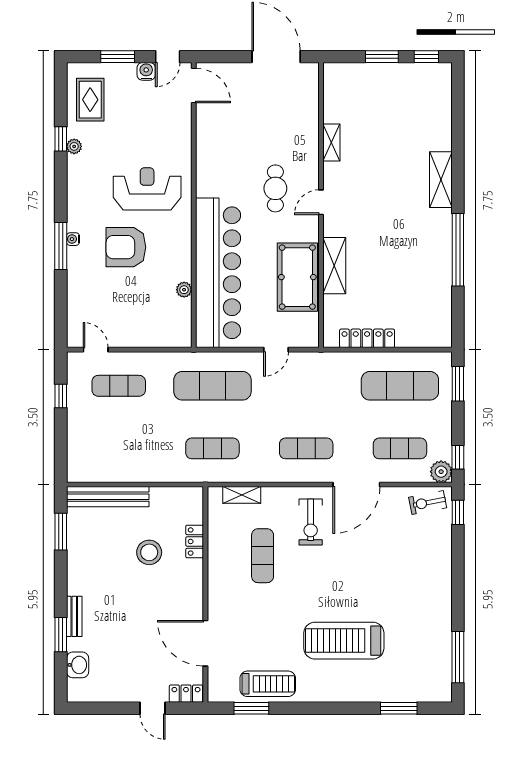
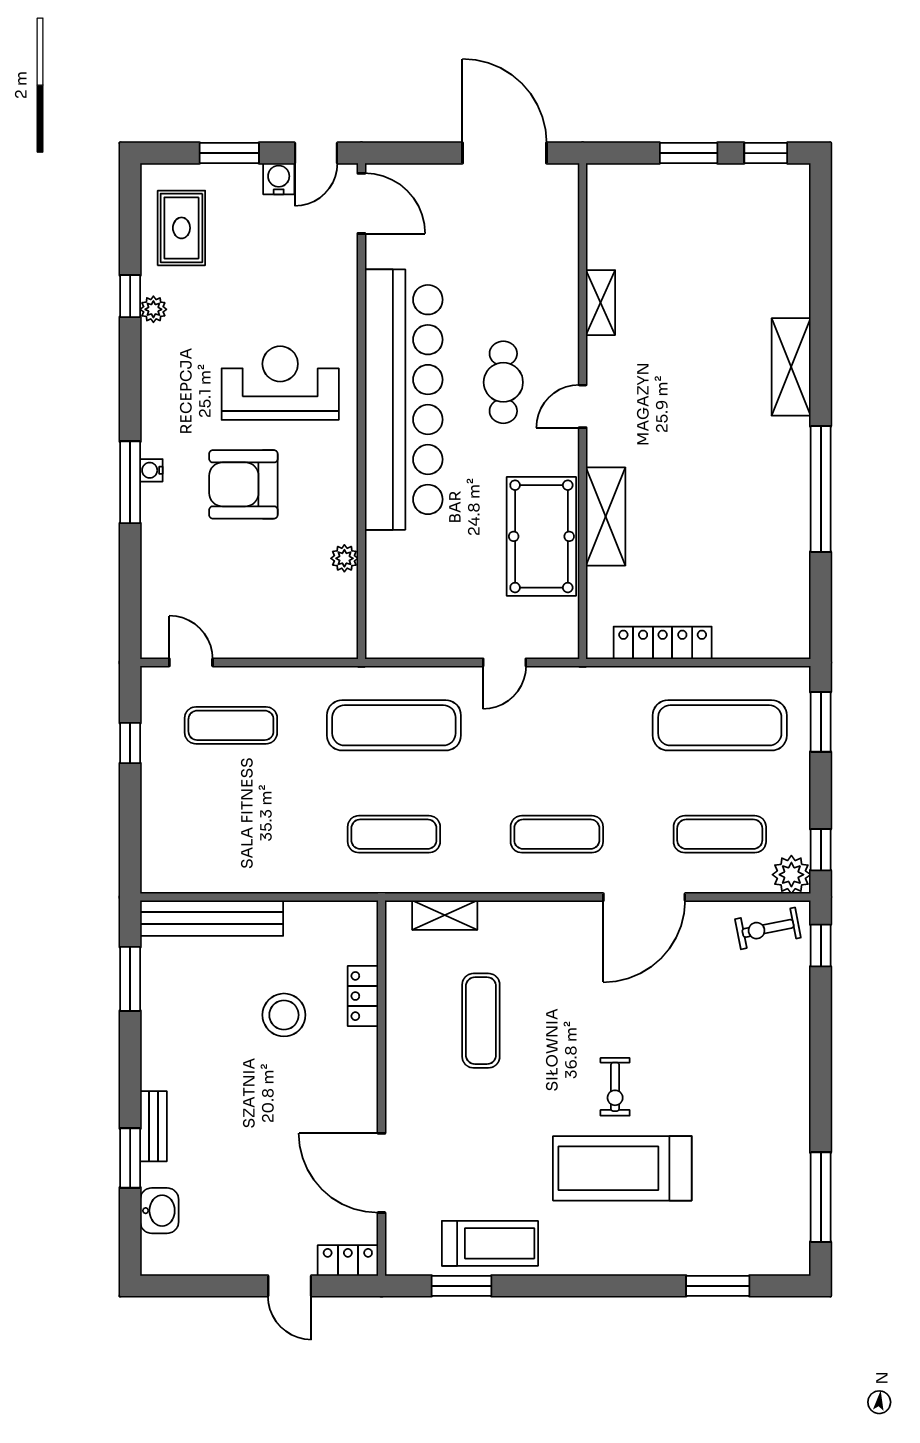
bar counter: (218, 273) -> (404, 400), moved
exercise bike: (311, 522) -> (615, 1087), moved, width x0.73, depth x0.72

